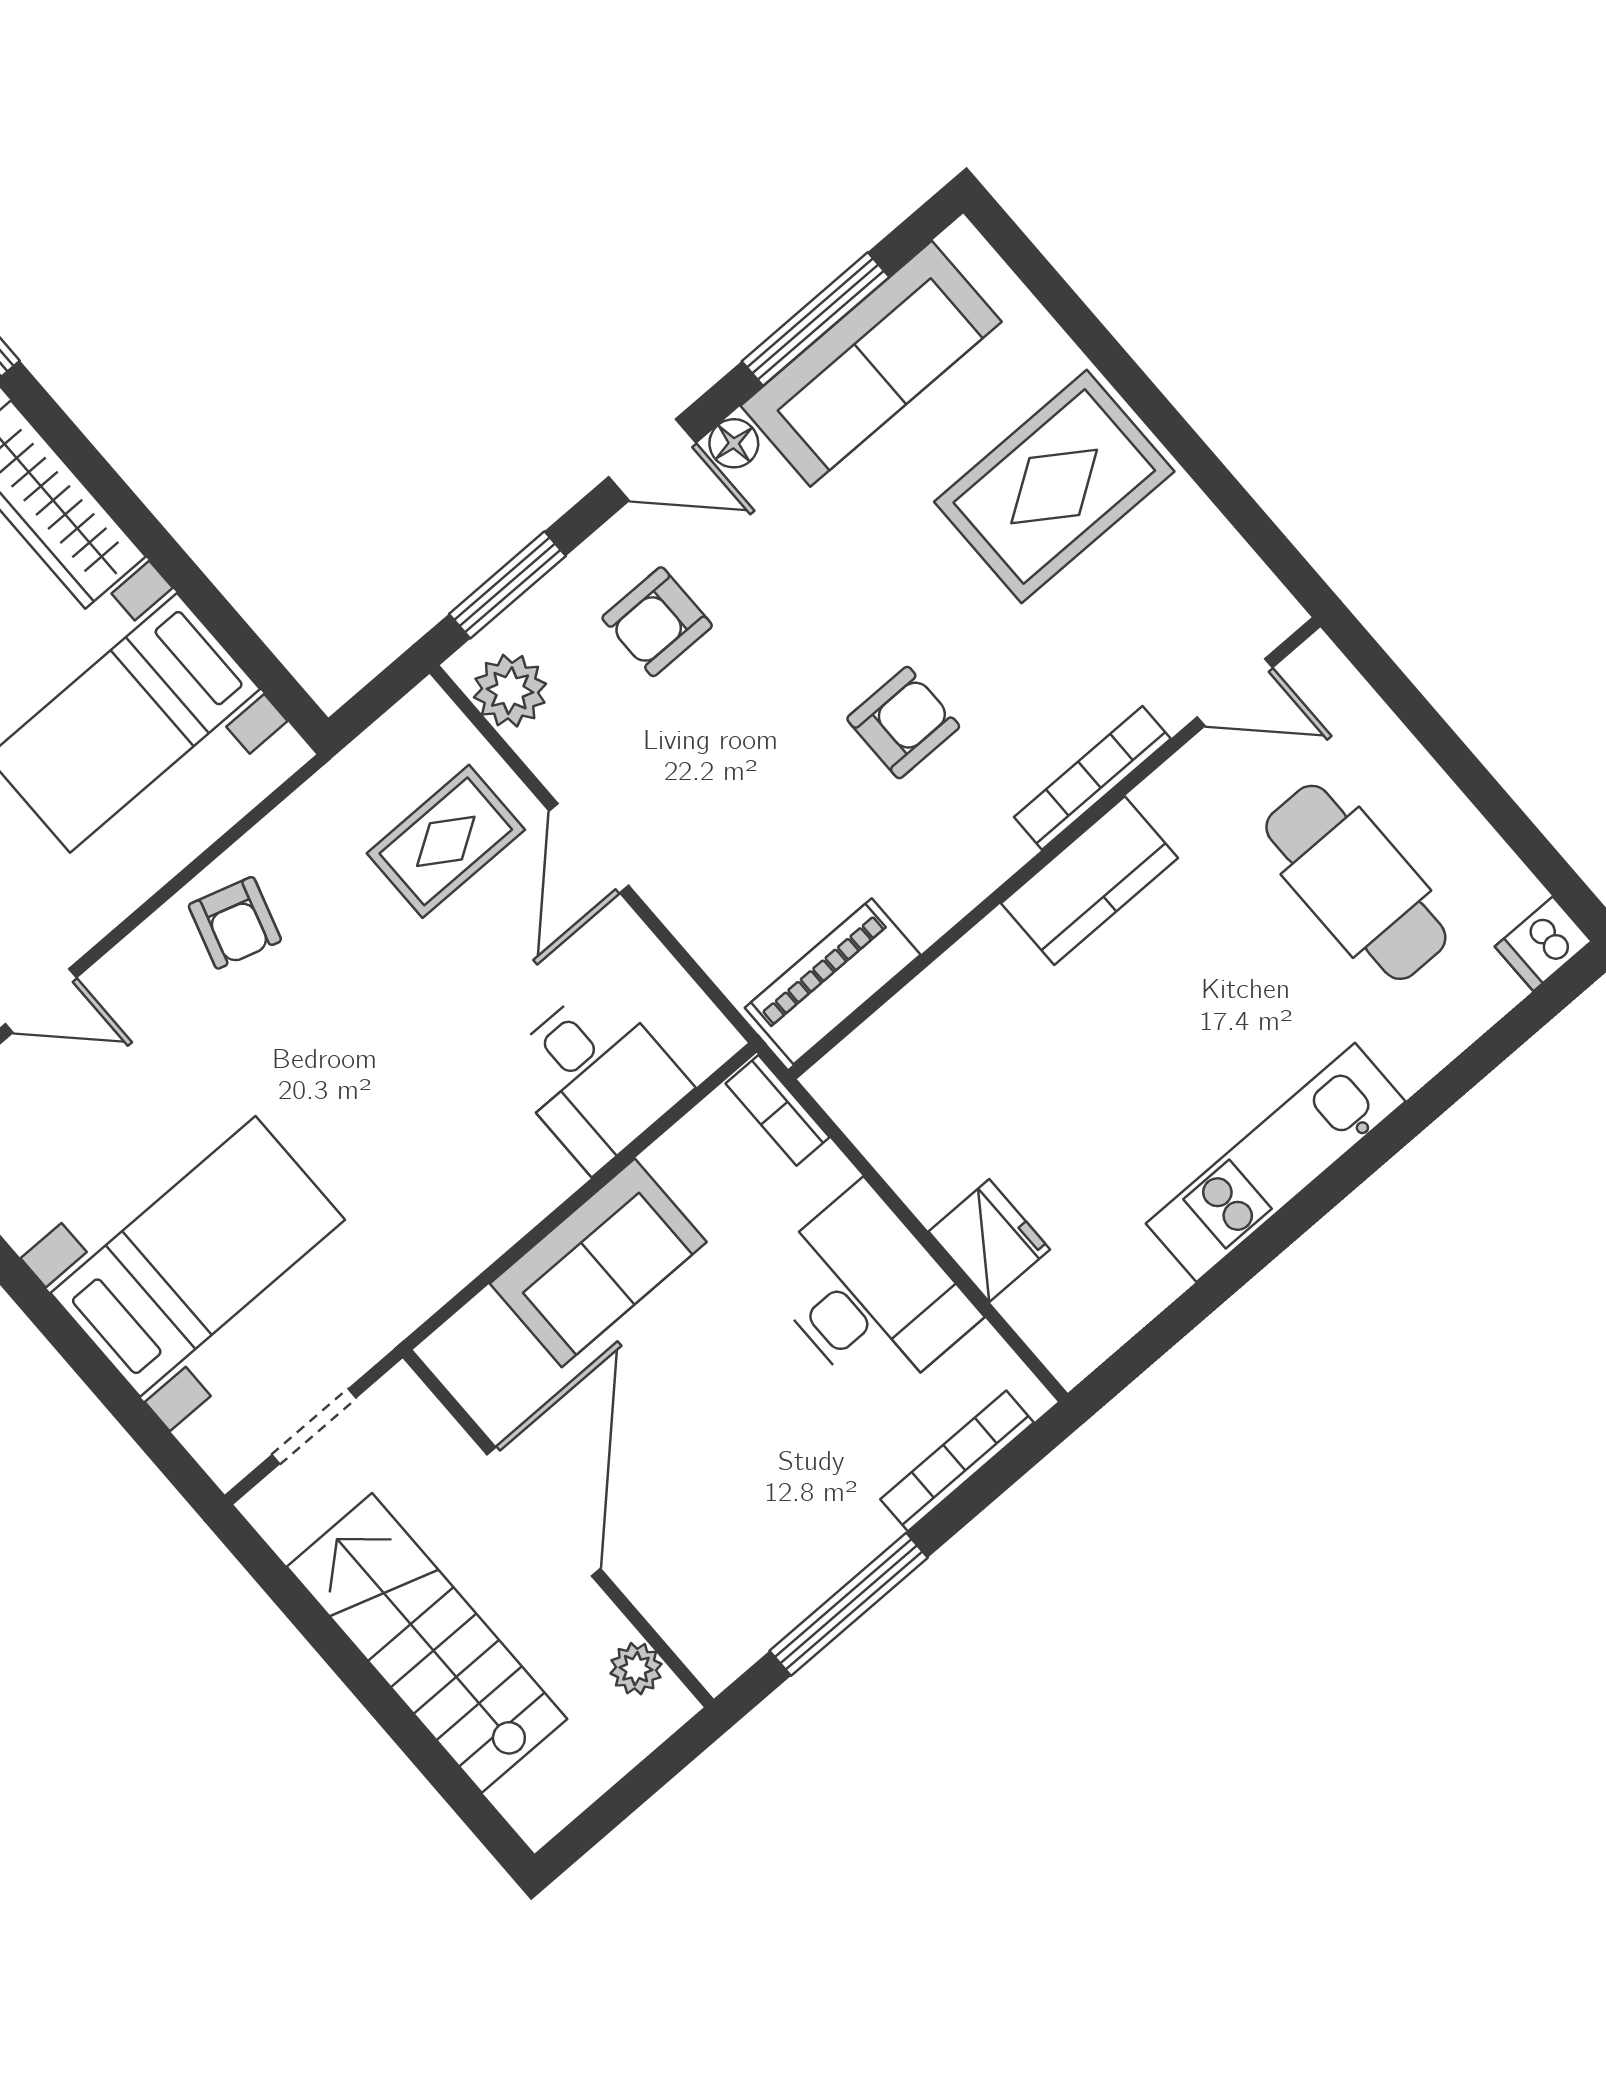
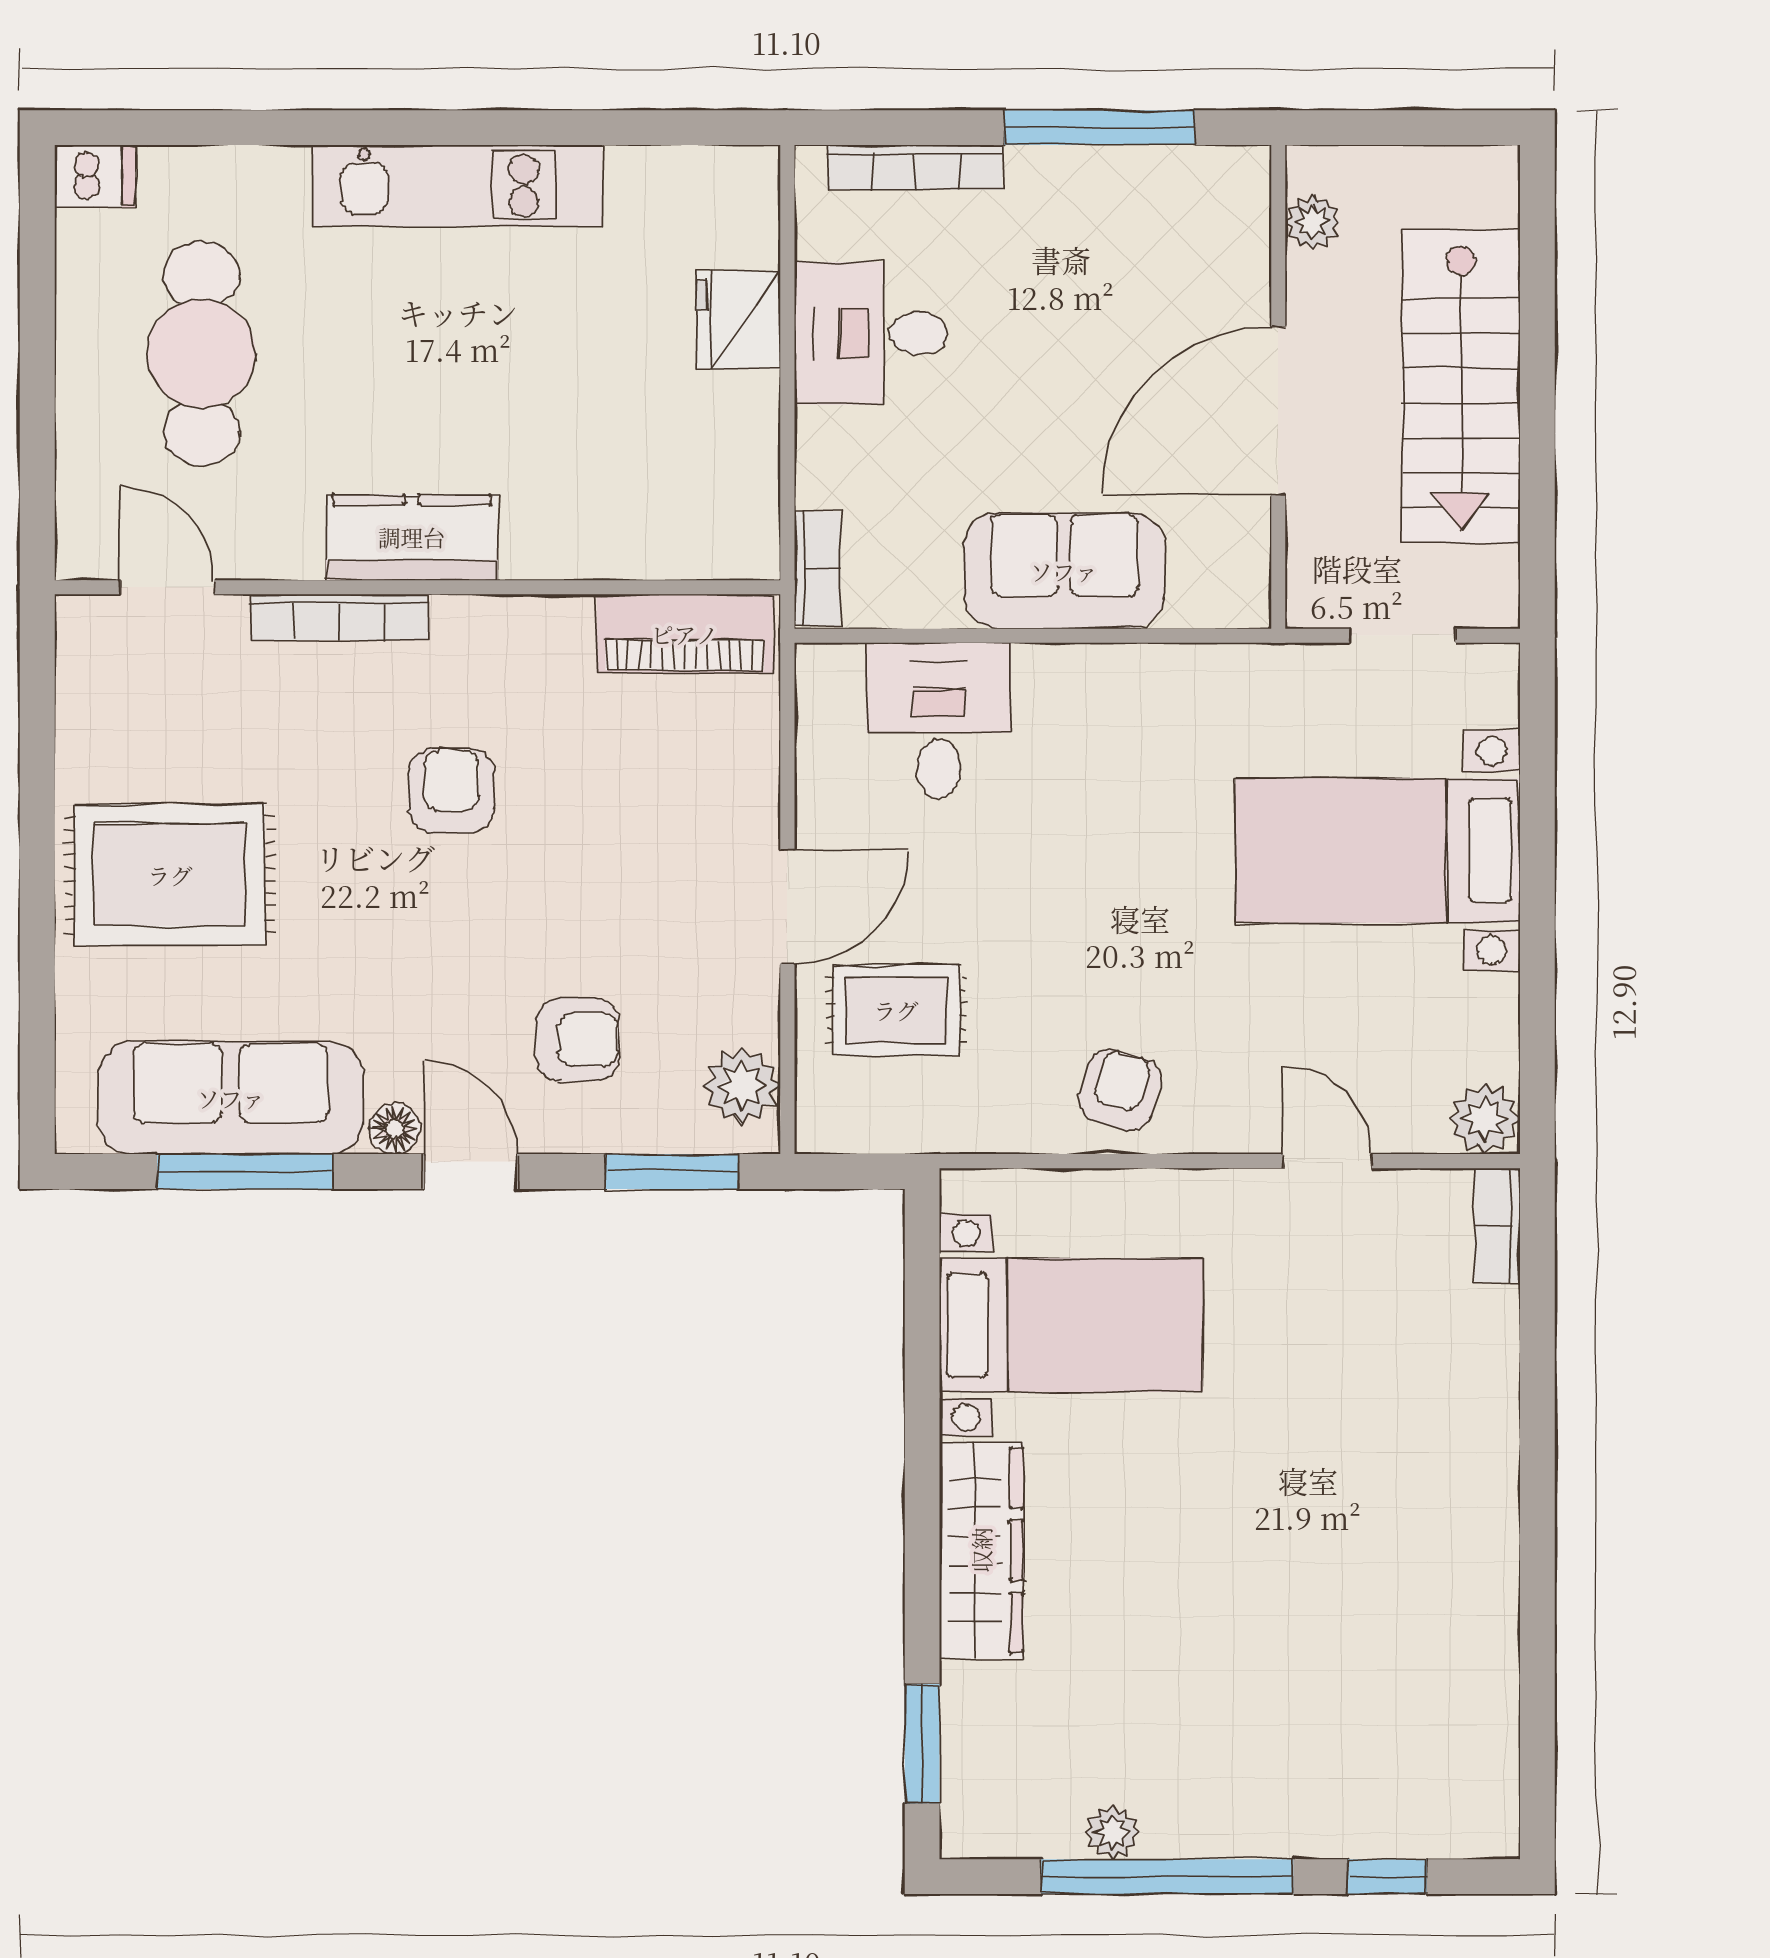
armchair: (903, 723) -> (451, 791), turned 90
desk: (869, 1295) -> (871, 333), width x0.73

